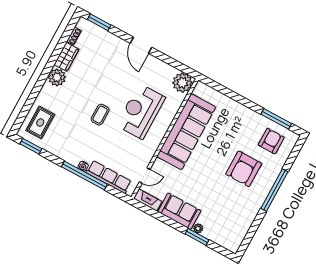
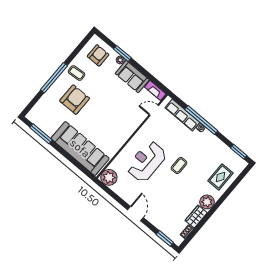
reception desk: (141, 111) -> (146, 162), turned 180
rug: (40, 123) -> (220, 177), moved
sofa: (186, 132) -> (80, 148), moved, turned 90
armchair: (271, 141) -> (98, 55), moved, turned 180
coffee table: (248, 202) -> (77, 73), added

